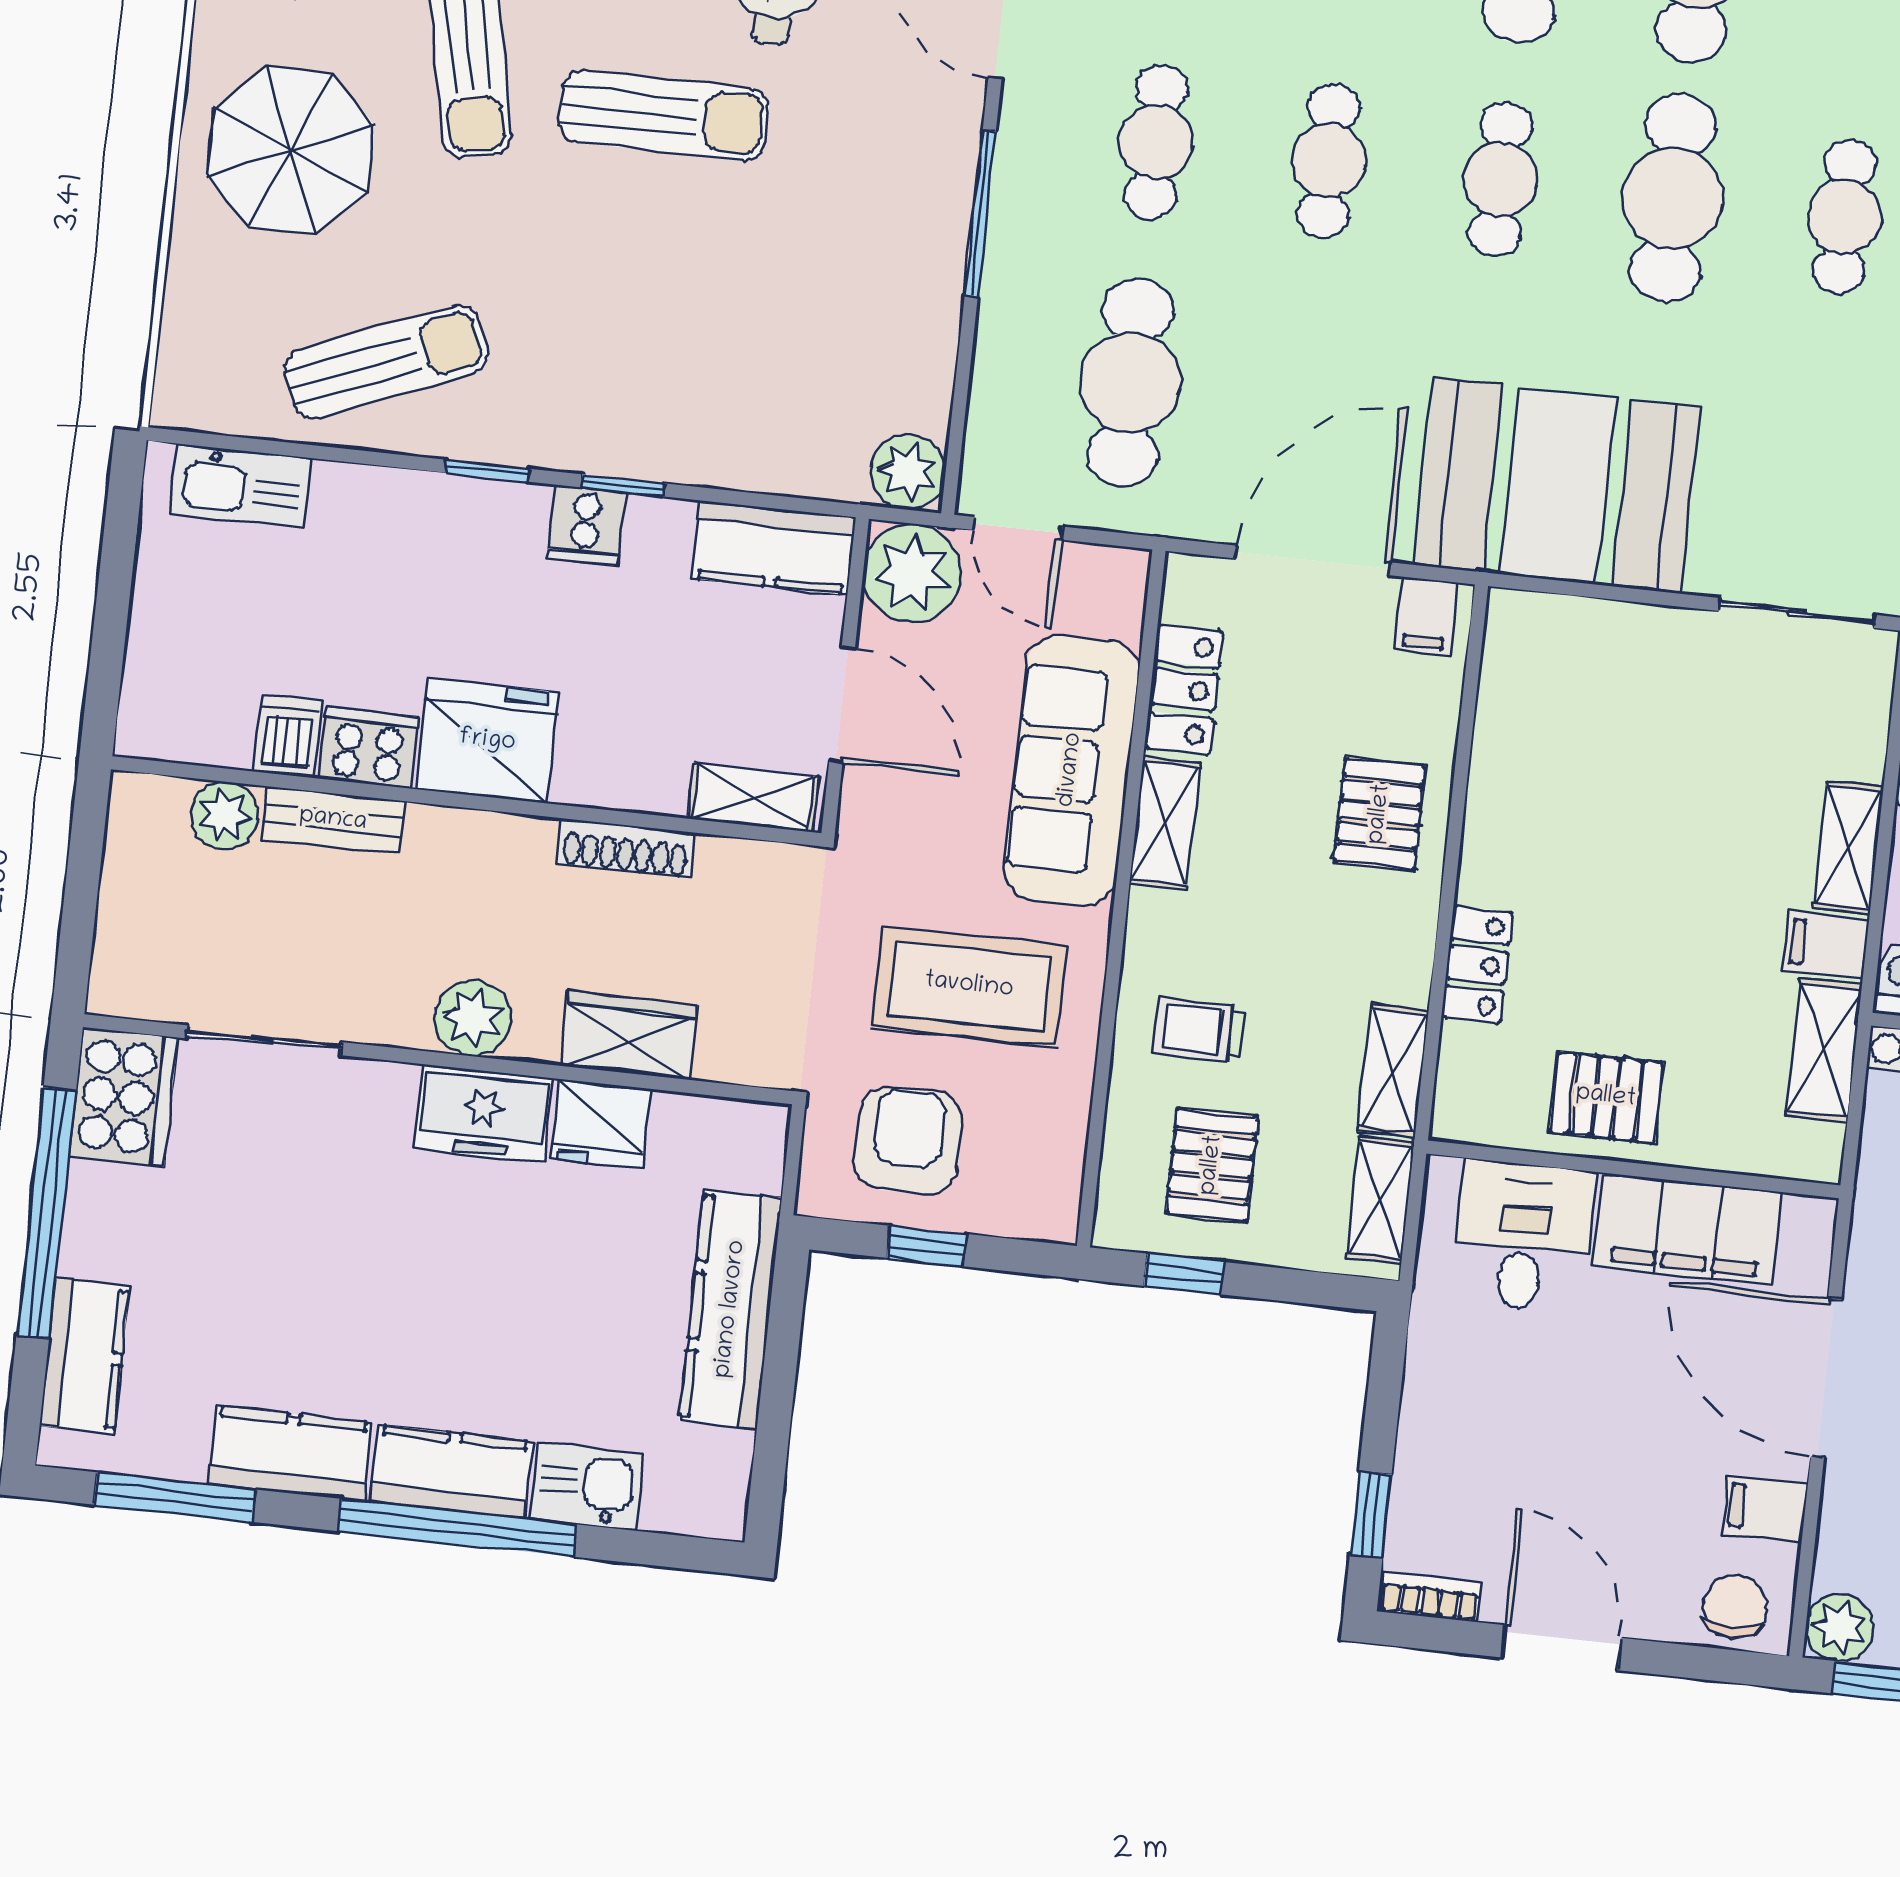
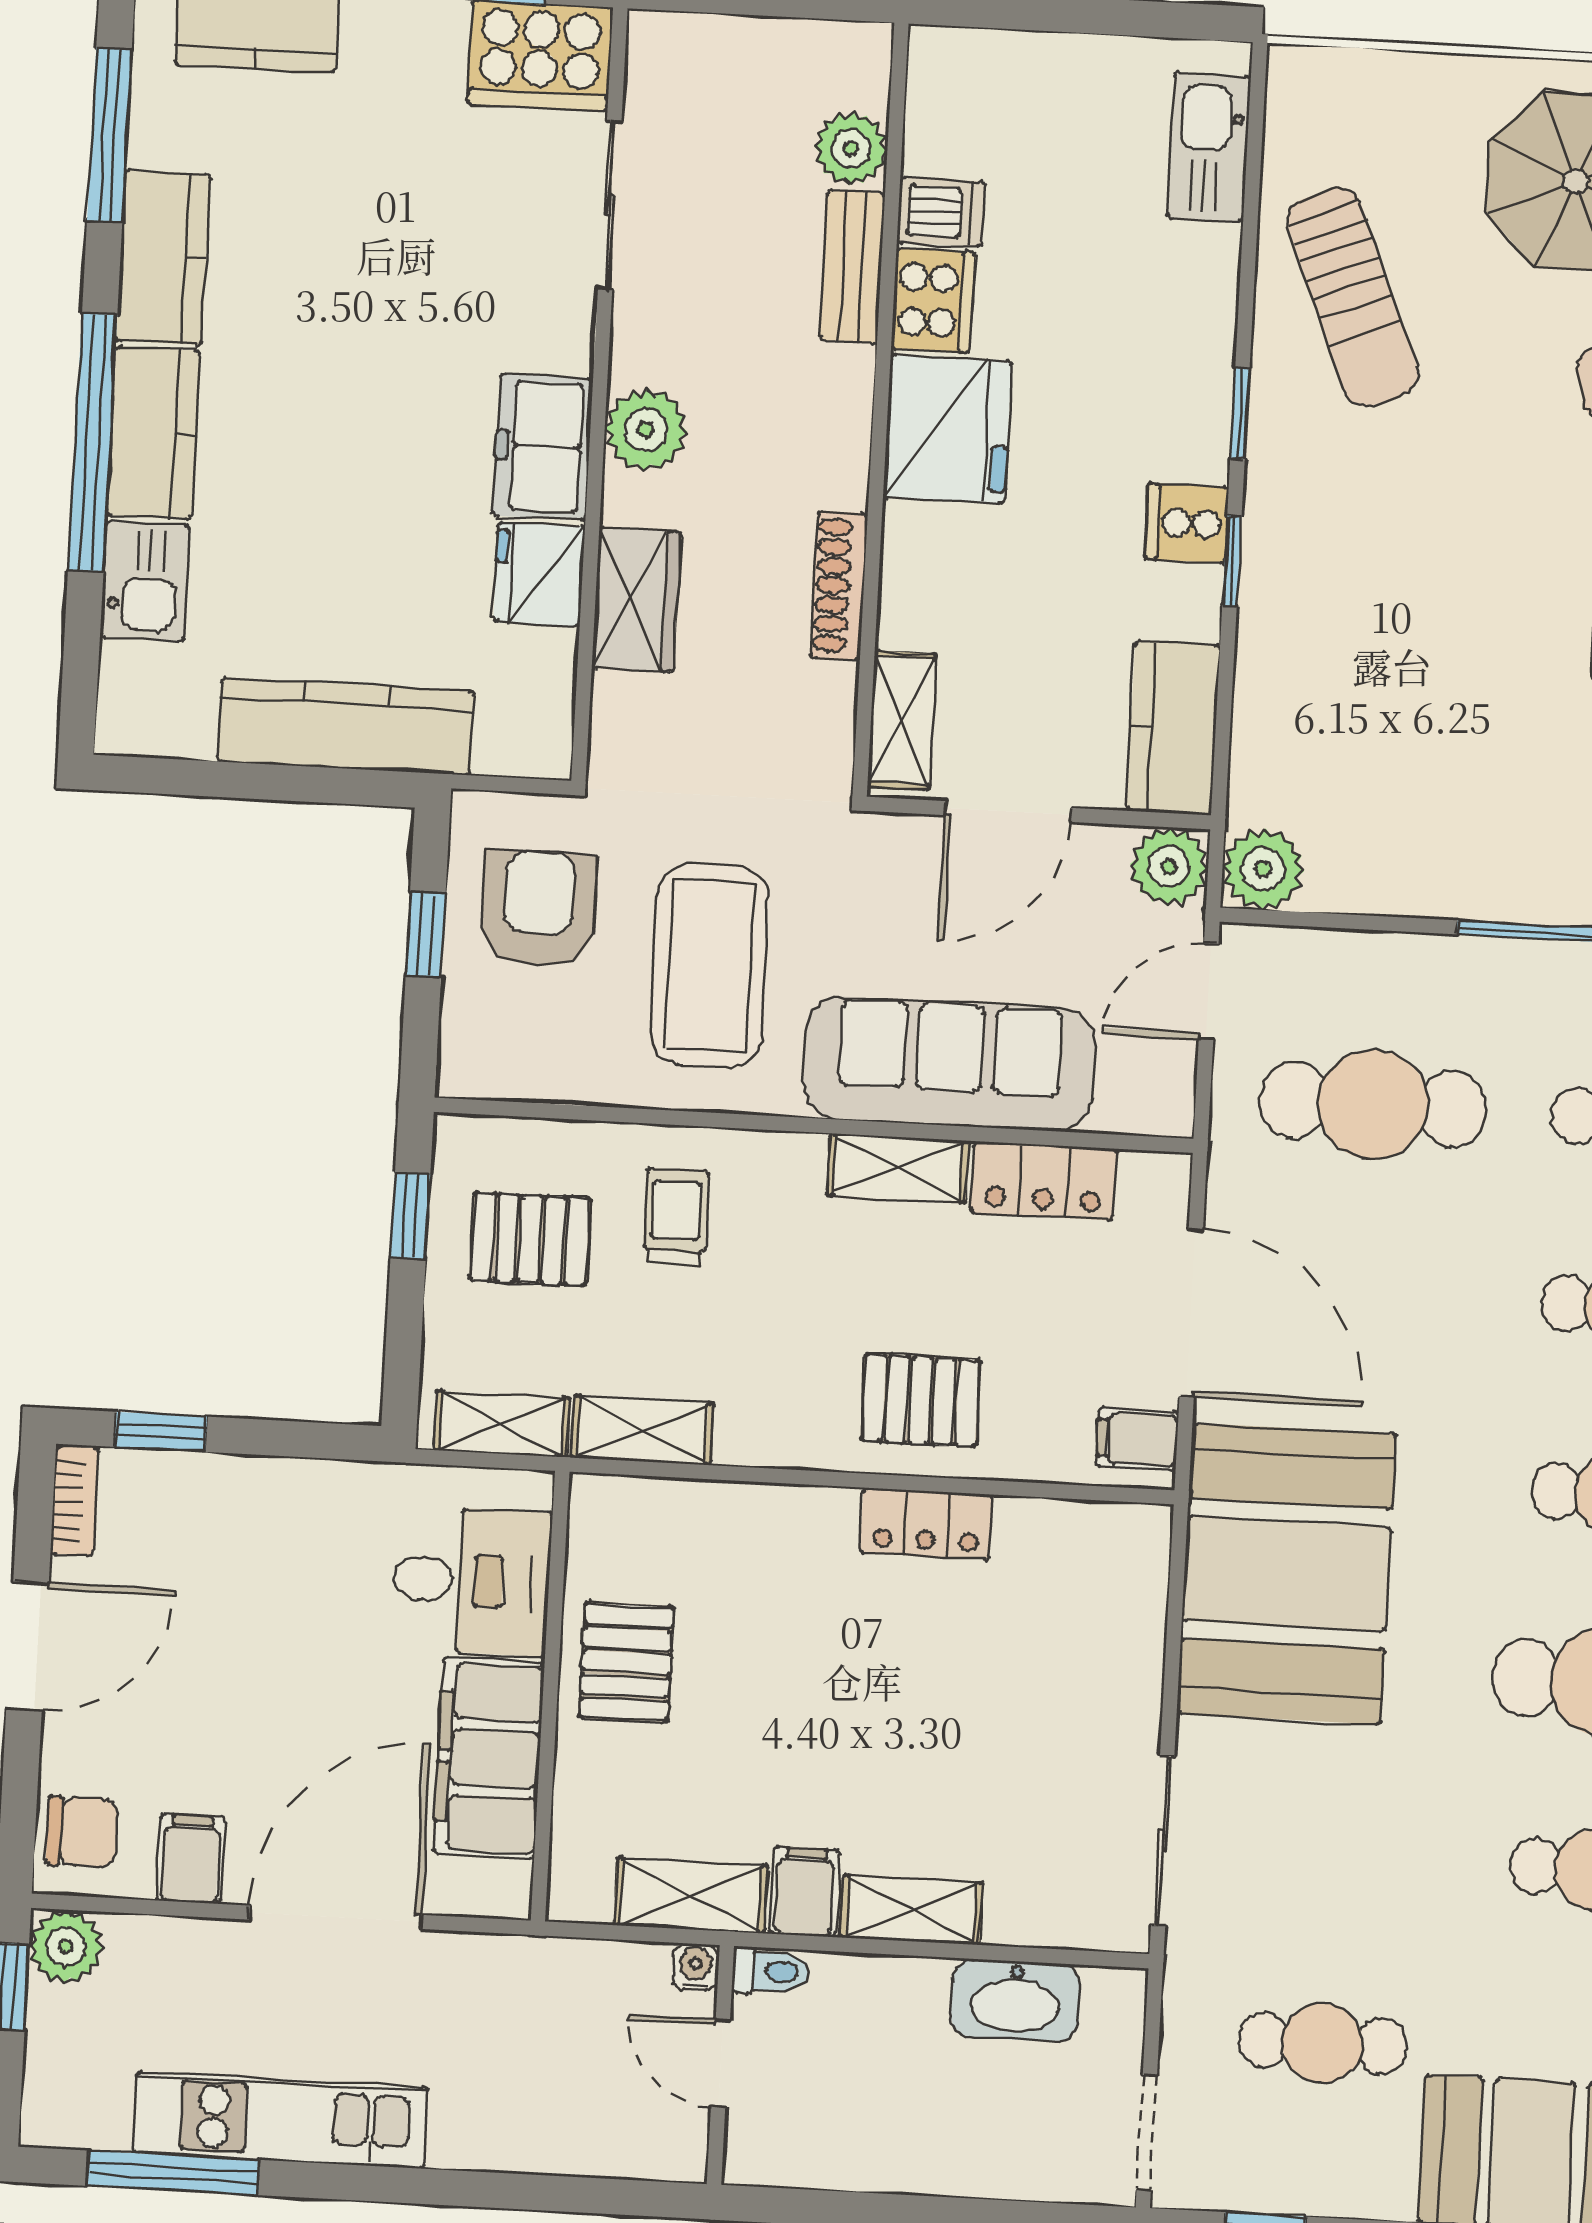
plant: (912, 573) -> (1169, 866), width x0.73, depth x0.73
locker: (1477, 965) -> (926, 1524), moved
armchair: (908, 1141) -> (539, 909), turned -90

